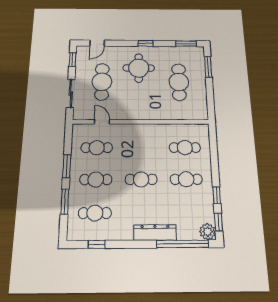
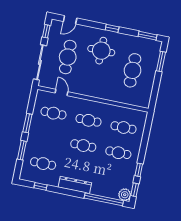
sliding door: (71, 93) -> (40, 62), width x1.37
cafe table: (96, 179) -> (88, 120), moved
dresser: (155, 233) -> (75, 185), moved

